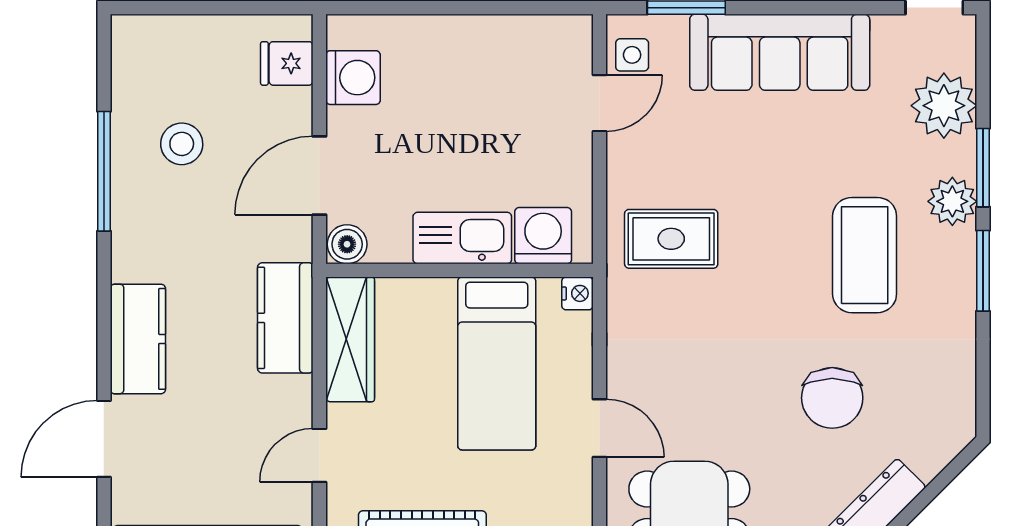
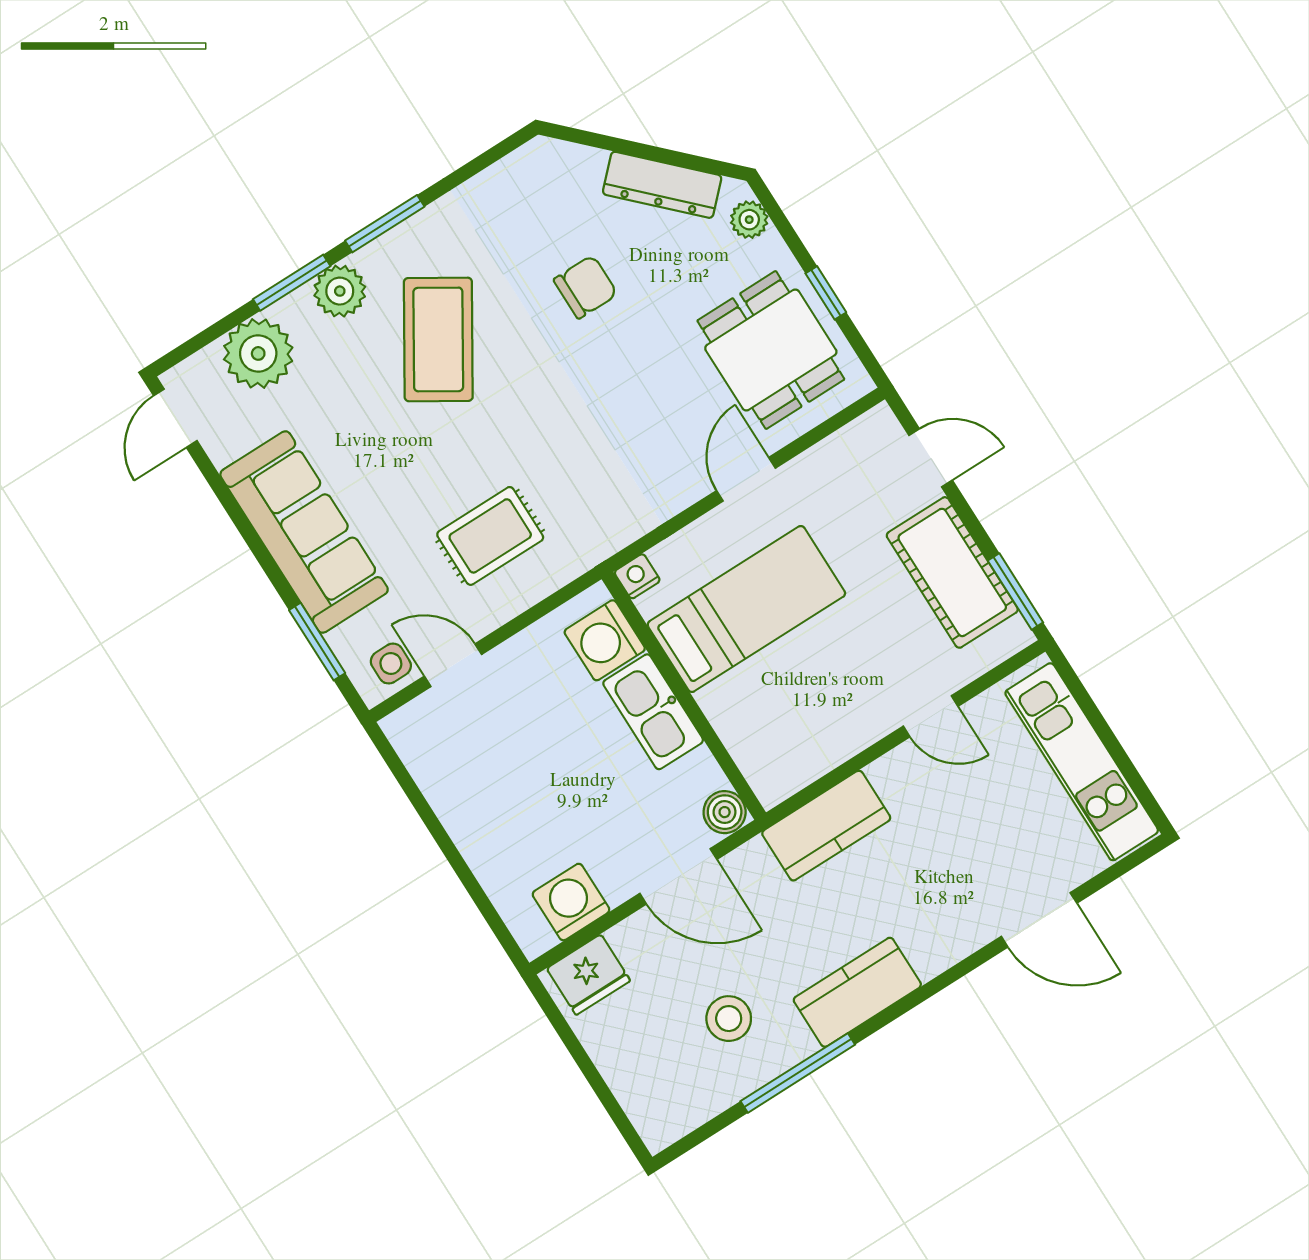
fridge: (287, 63) -> (588, 975), width x1.38
rug: (671, 239) -> (490, 536), moved, turned 90
coffee table: (865, 255) -> (438, 339), turned -58
kitchen counter: (138, 339) -> (857, 992), moved
wardrobe: (350, 339) -> (809, 755), removed
chair: (832, 398) -> (586, 287), width x0.73, depth x0.73

